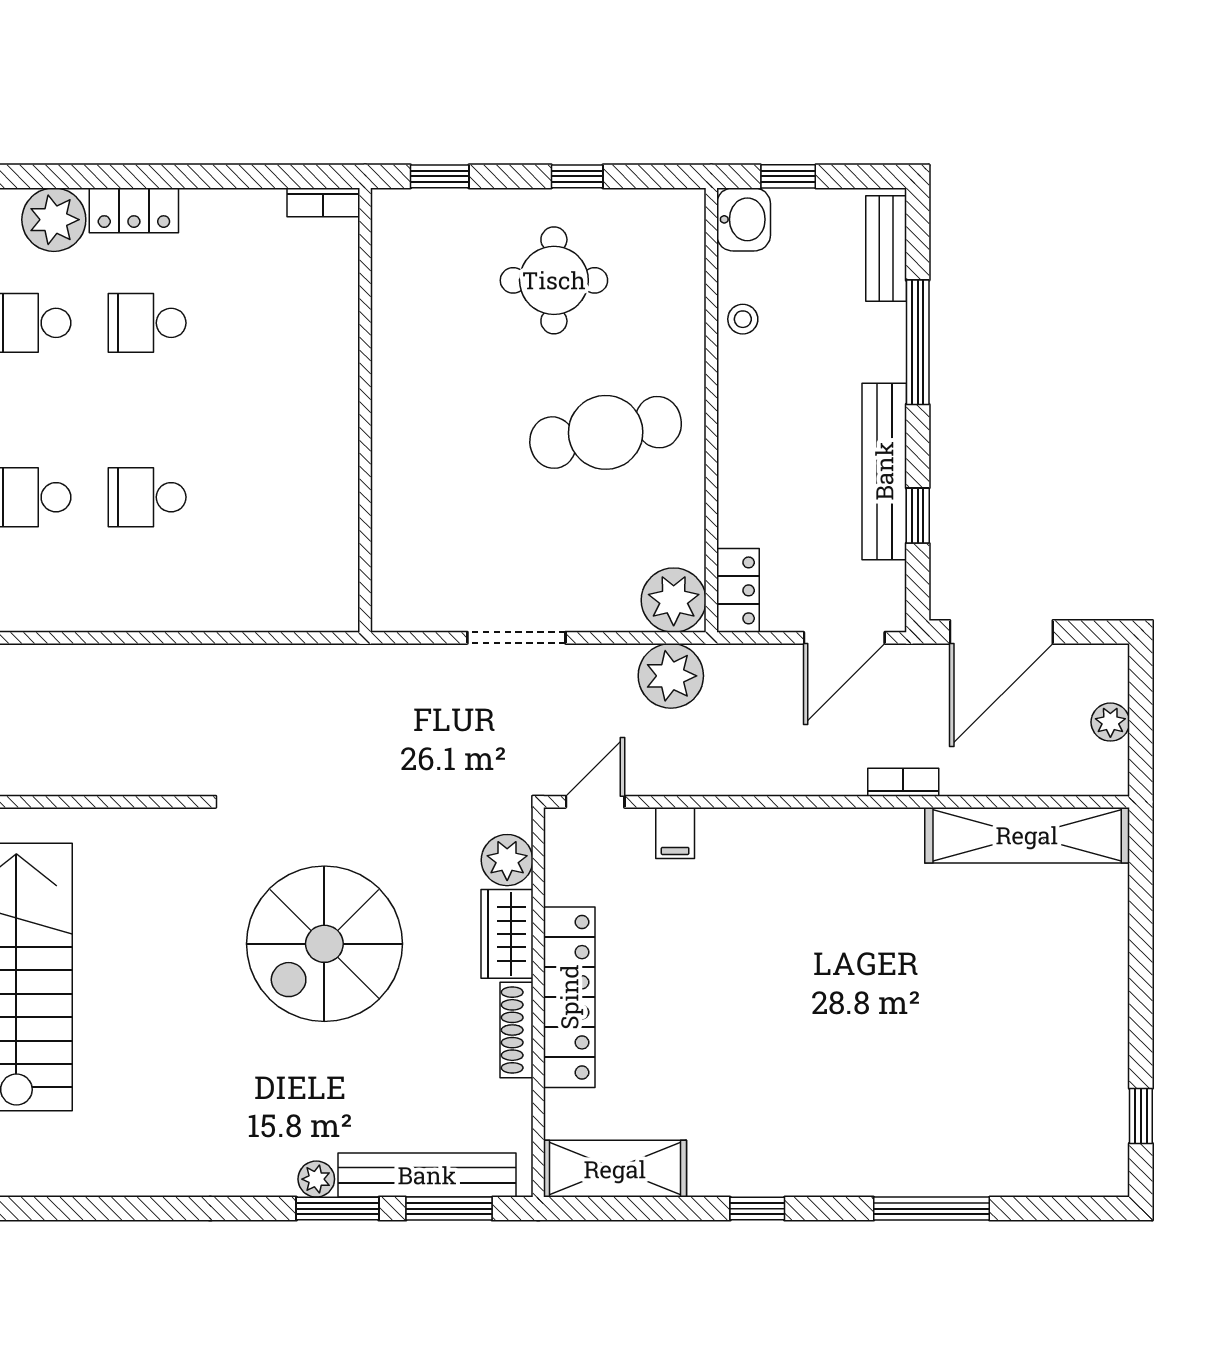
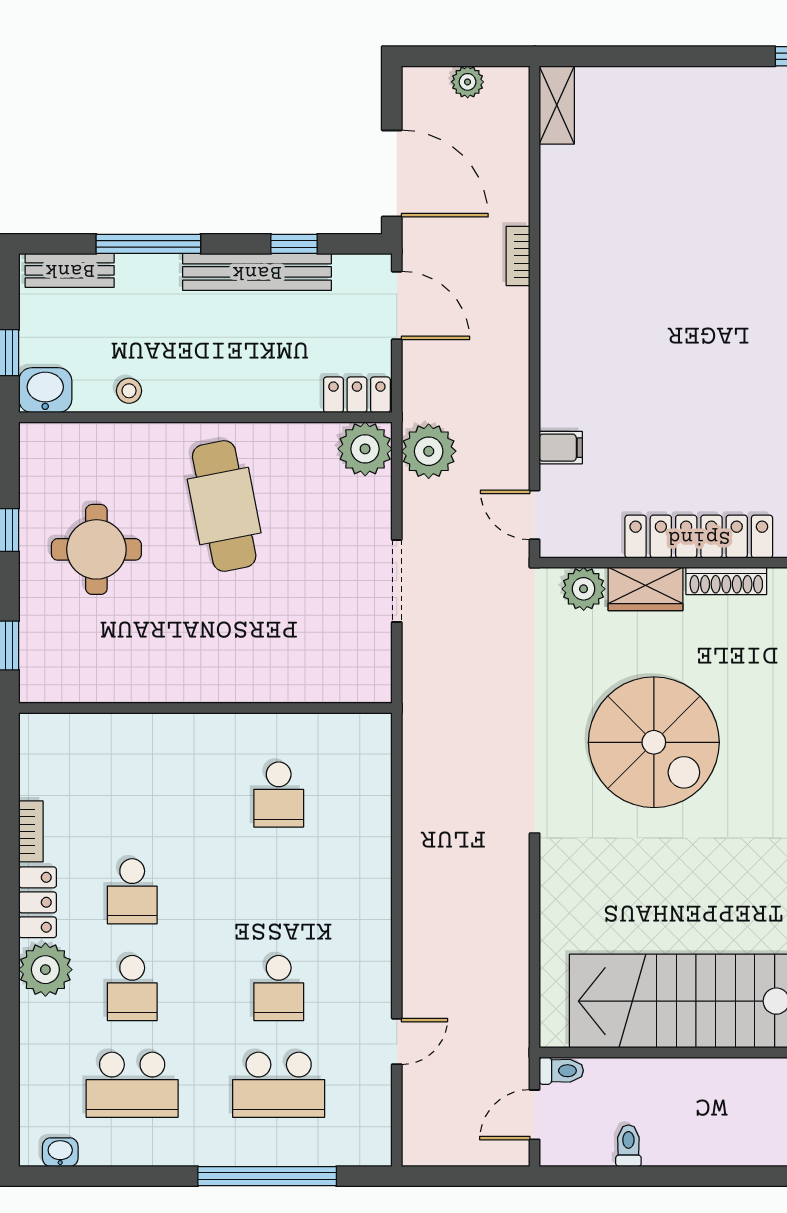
bookcase: (323, 202) -> (31, 831), moved
school desk: (147, 497) -> (279, 795), moved
shelving: (1027, 835) -> (557, 105), width x0.45, depth x0.75

